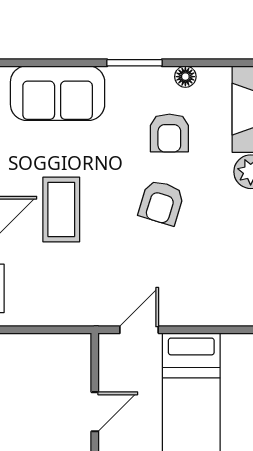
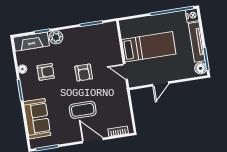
armchair: (161, 203) -> (84, 73), moved, turned 73
door: (95, 412) -> (161, 84), swing flipped

